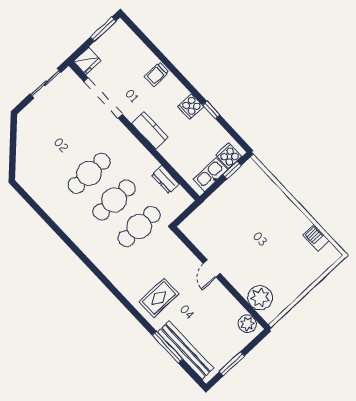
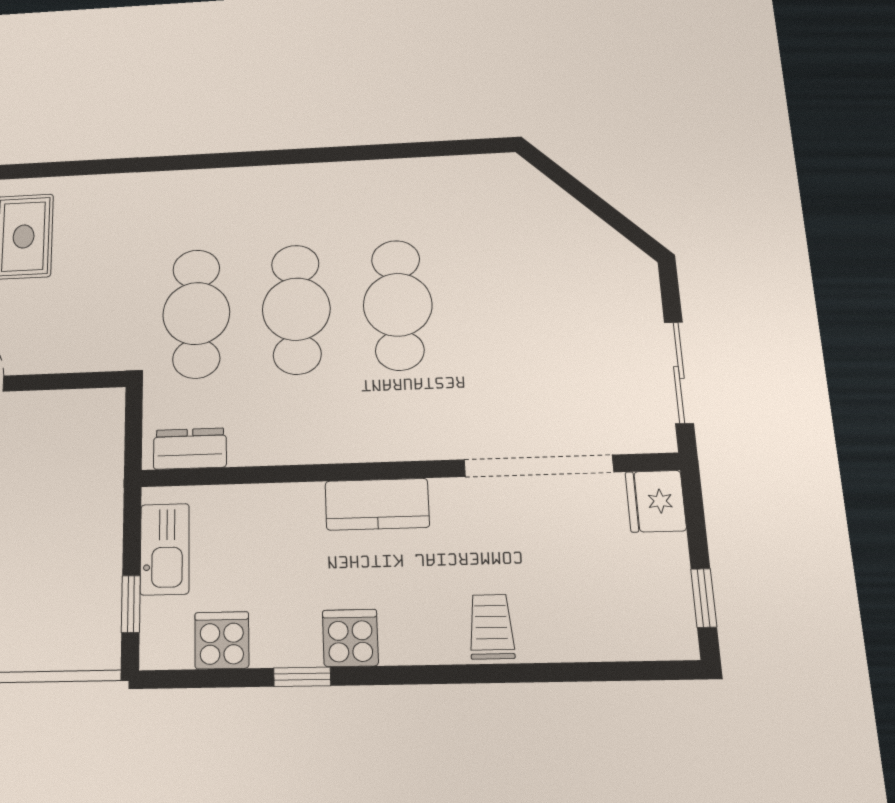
window: (103, 29) -> (704, 598), width x0.67
cooker: (229, 156) -> (222, 640), moved, turned -90
dresser: (165, 179) -> (190, 449), moved

